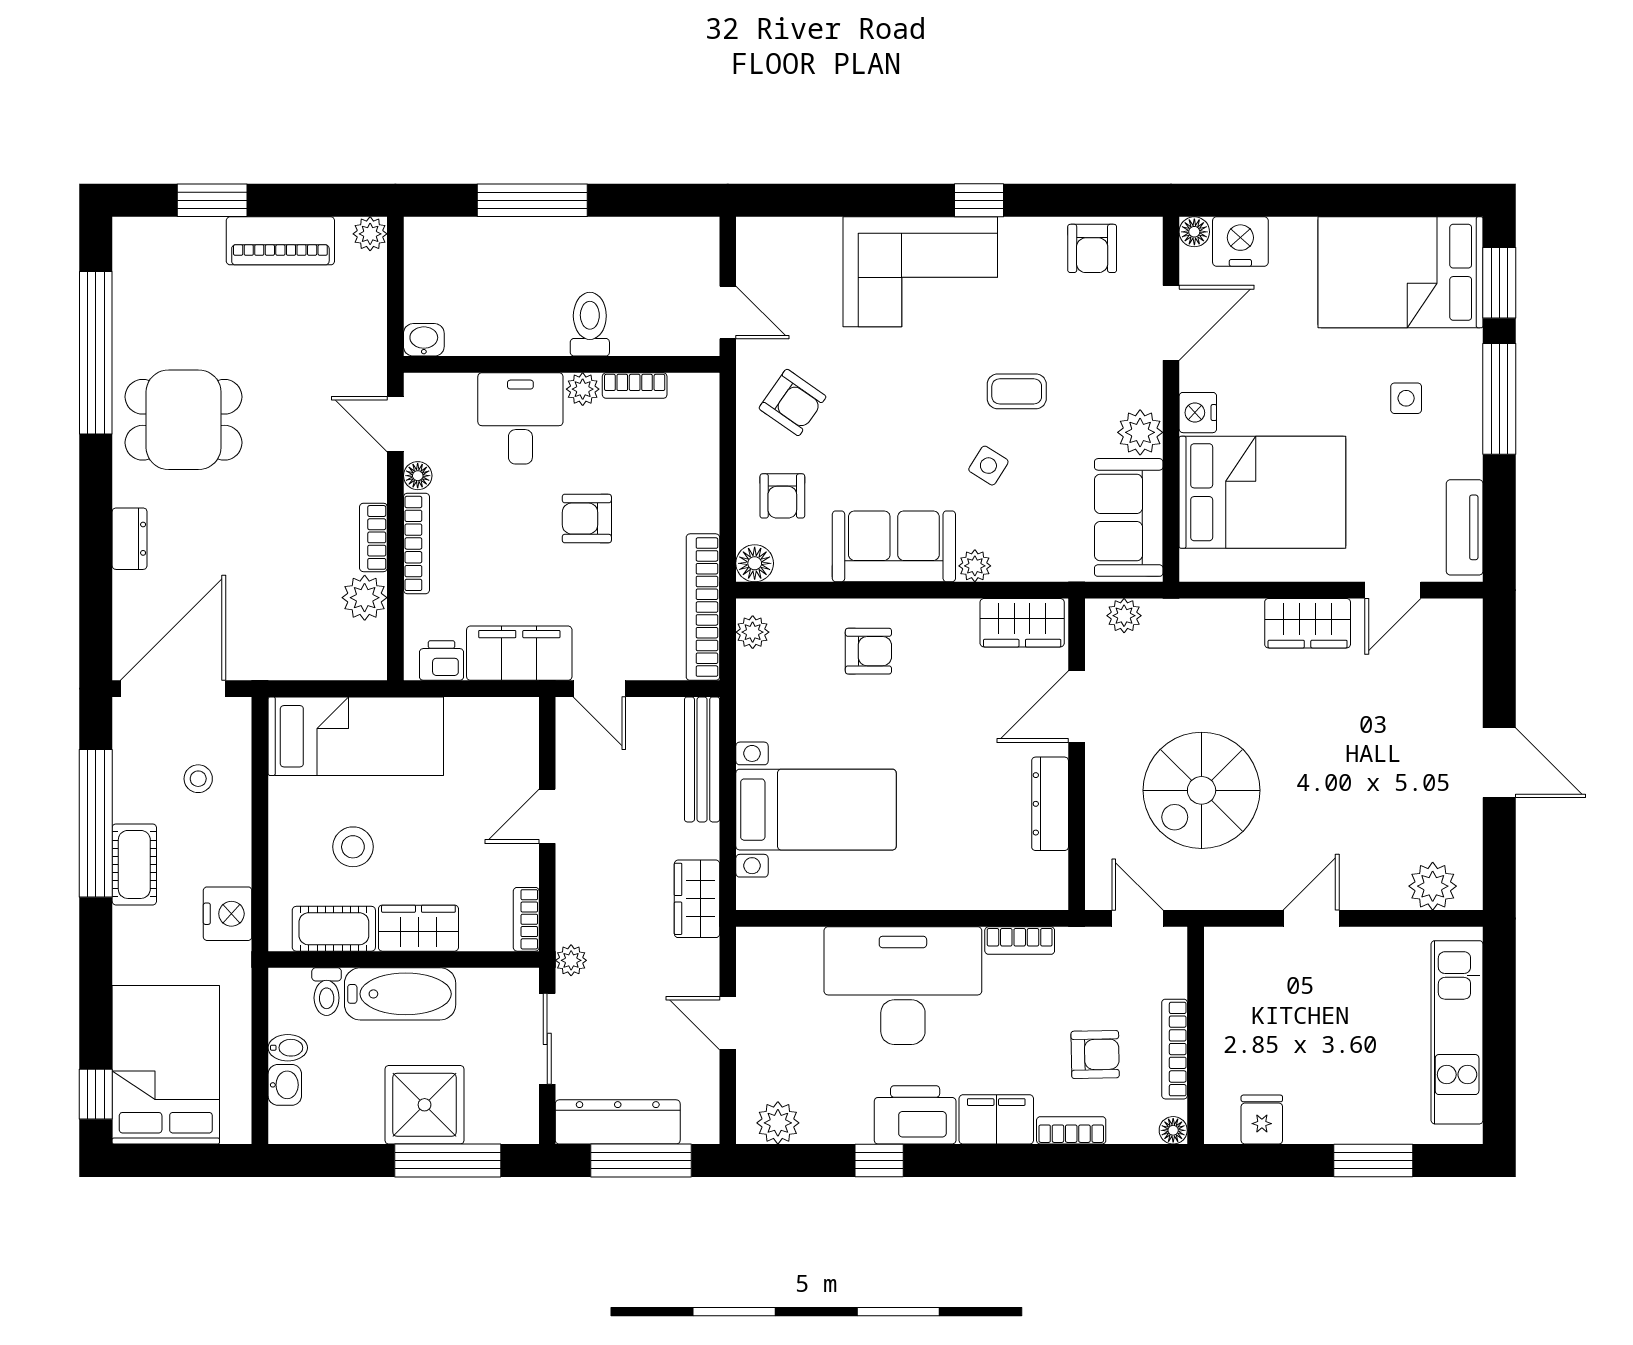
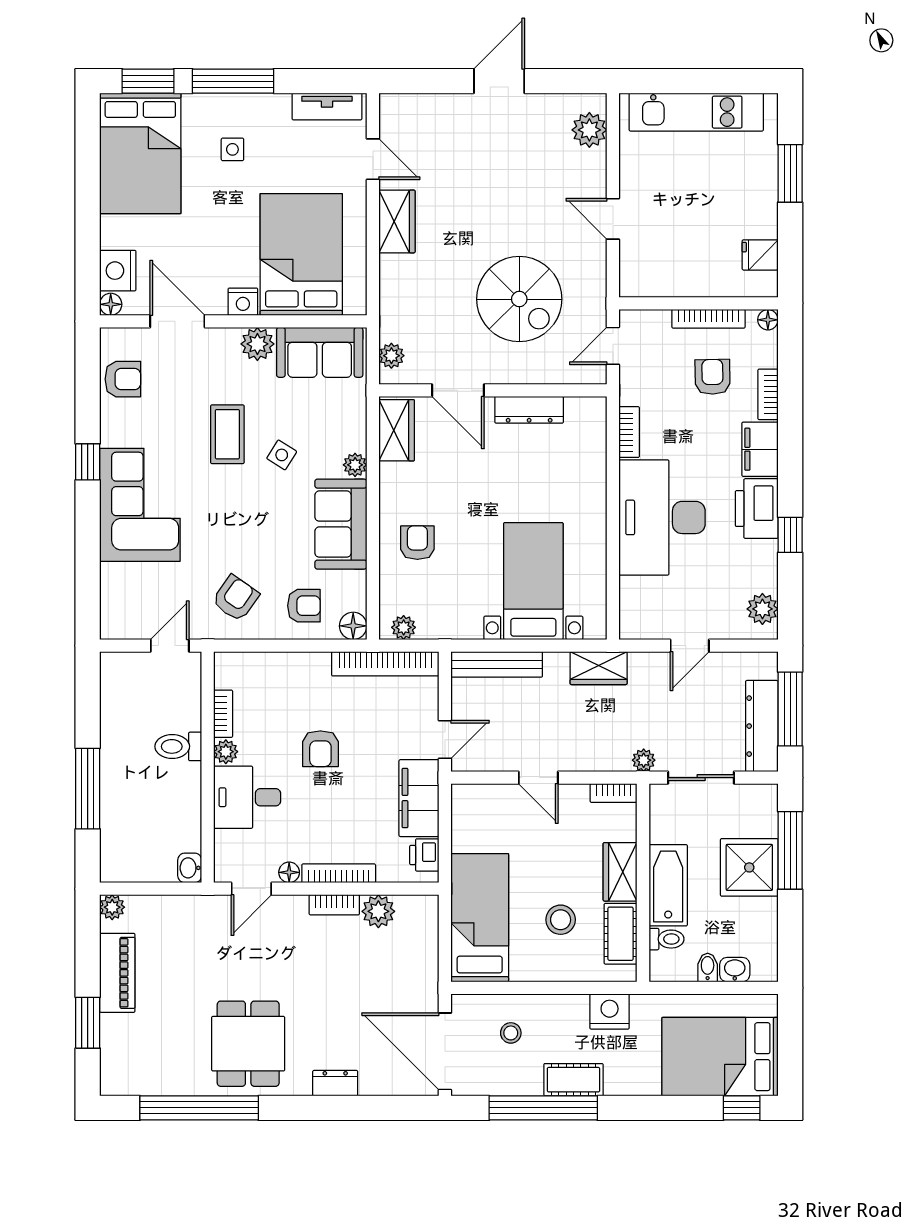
coffee table: (1017, 391) -> (227, 434), width x1.36, depth x1.30

